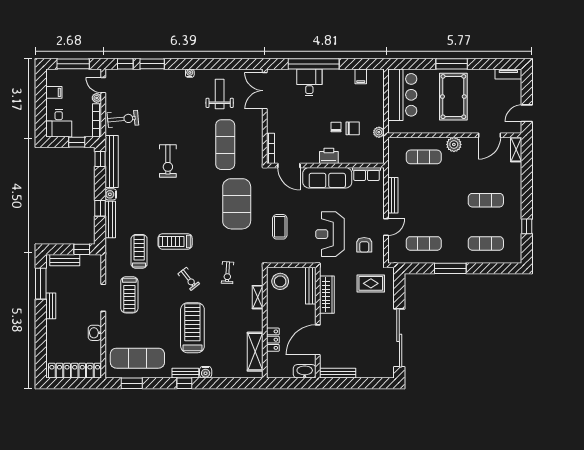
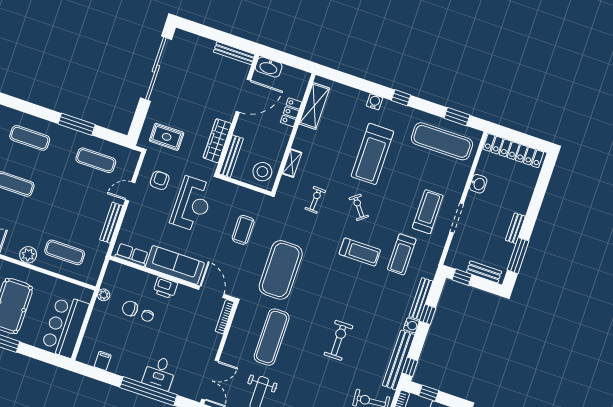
bench: (185, 373) -> (396, 108), removed

